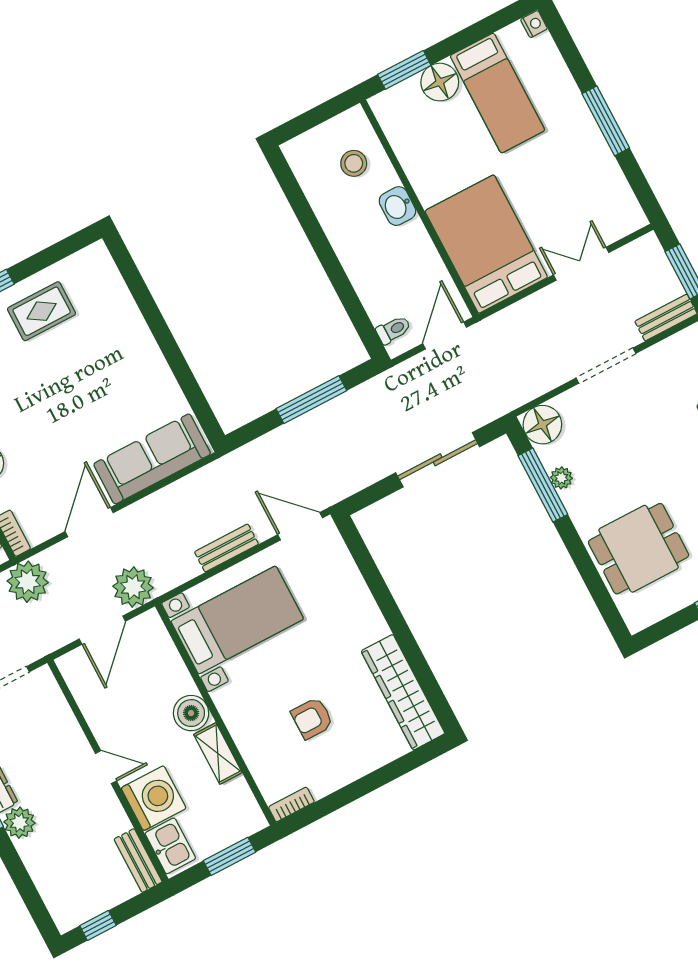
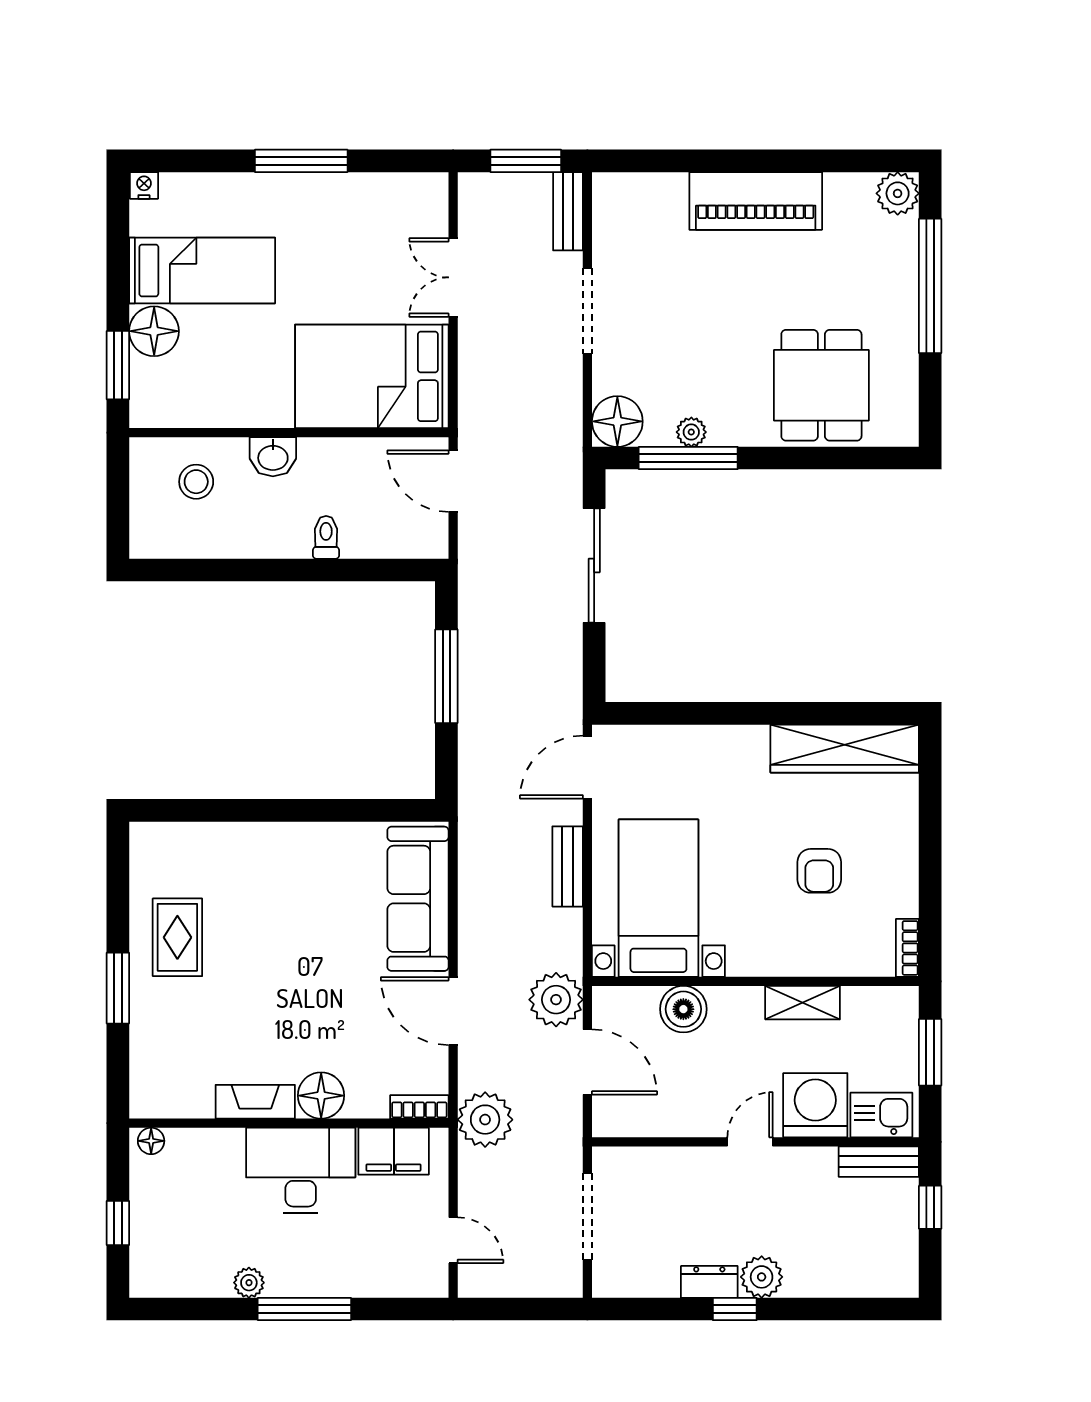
toilet: (393, 330) -> (326, 537), moved
boiler: (191, 713) -> (683, 1009), moved
window: (98, 926) -> (930, 1207), moved

